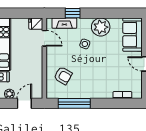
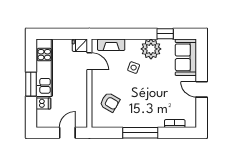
window: (73, 13) -> (165, 34), moved
plant: (9, 94) -> (51, 122), removed
window: (74, 103) -> (140, 133), moved

